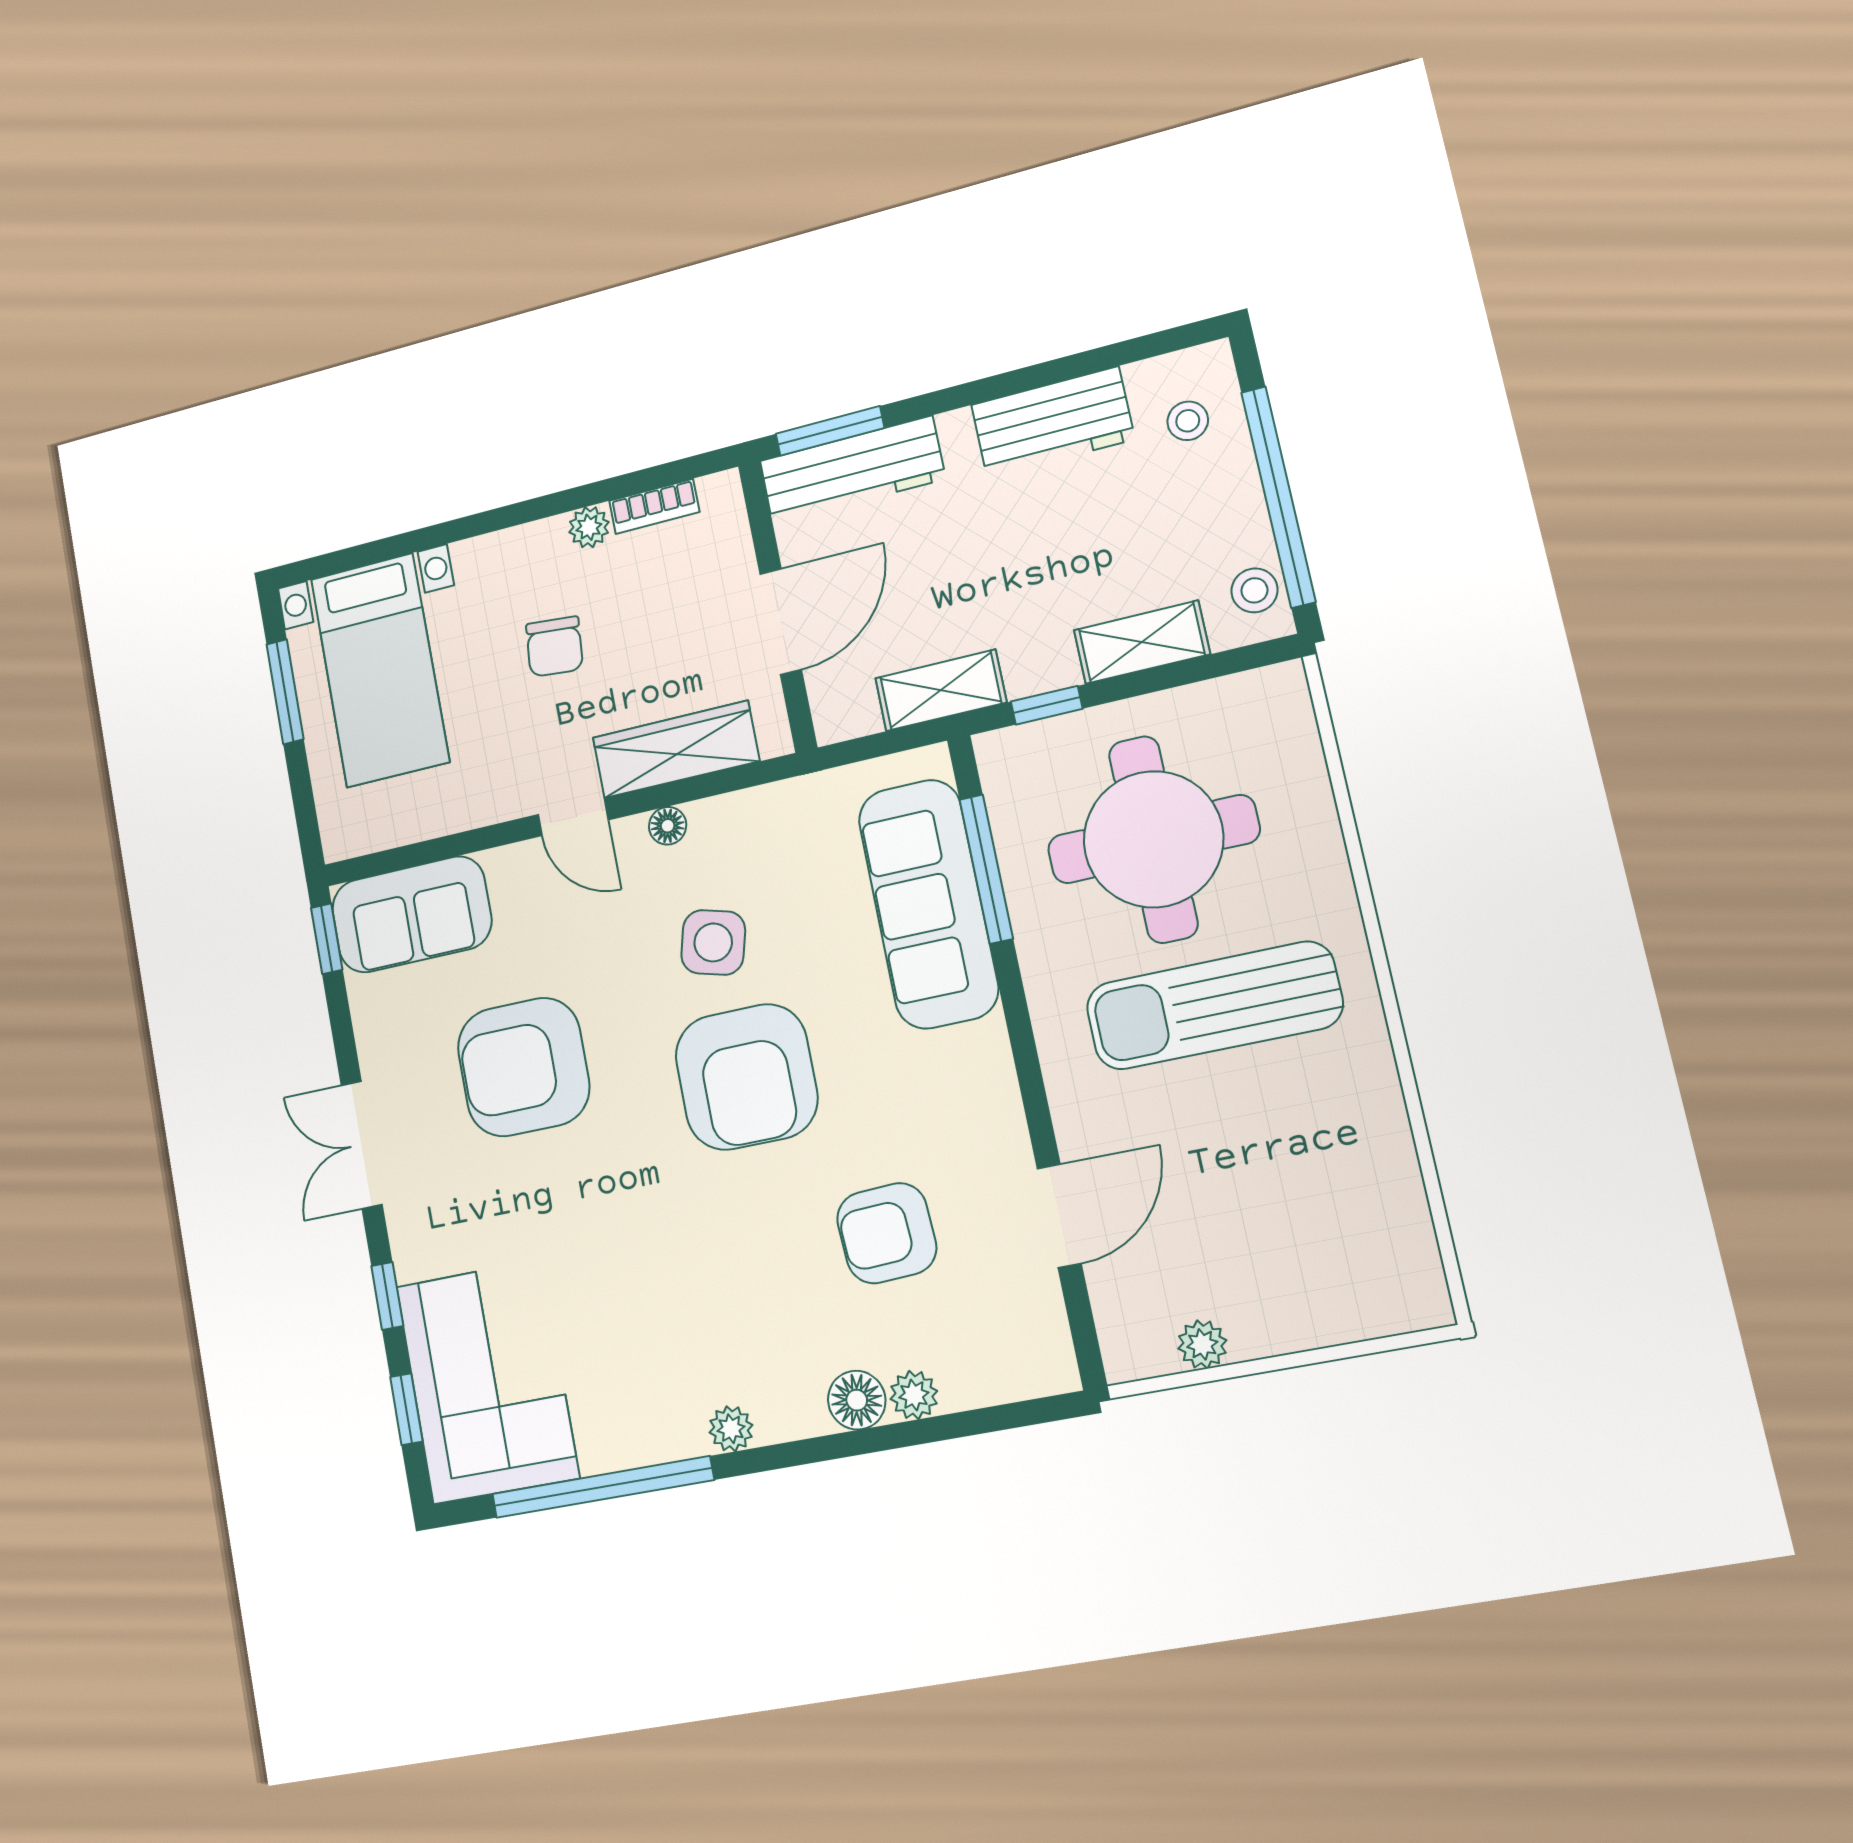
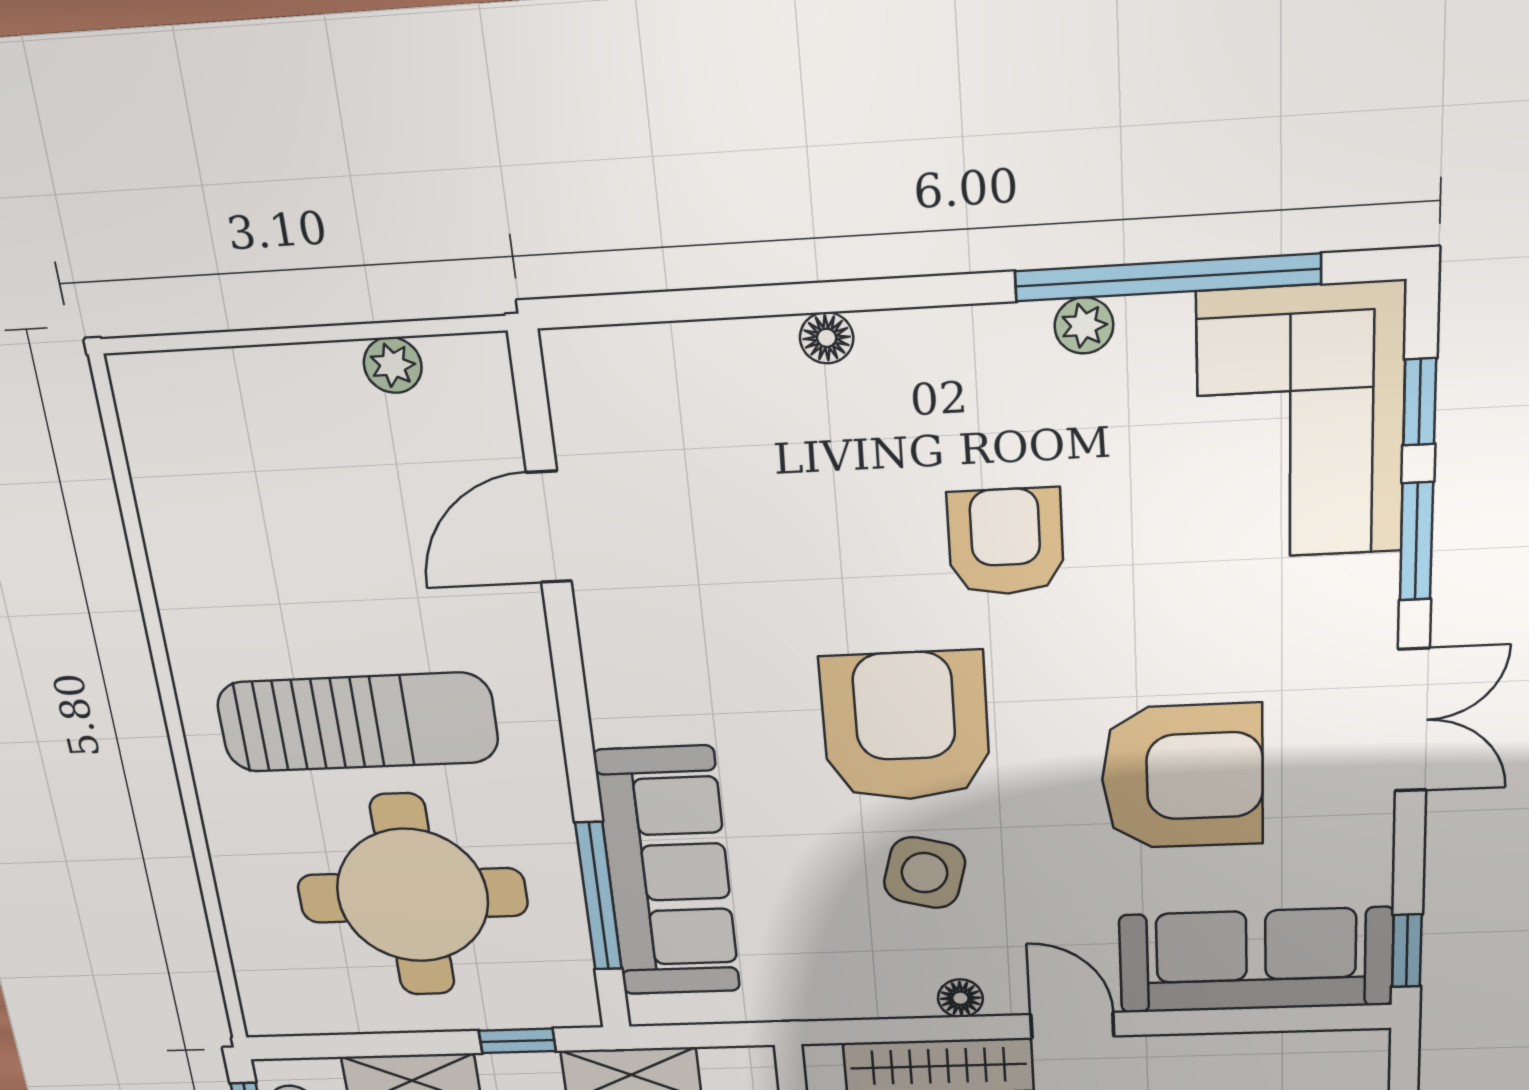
sofa: (412, 914) -> (1256, 960), width x1.36
armchair: (887, 1233) -> (1006, 542), moved, turned -87
window: (387, 1296) -> (1416, 542), width x1.50
plant: (914, 1395) -> (745, 346), removed
floor lamp: (857, 1400) -> (827, 338), width x0.73, depth x0.73
plant: (731, 1429) -> (1084, 326), moved

